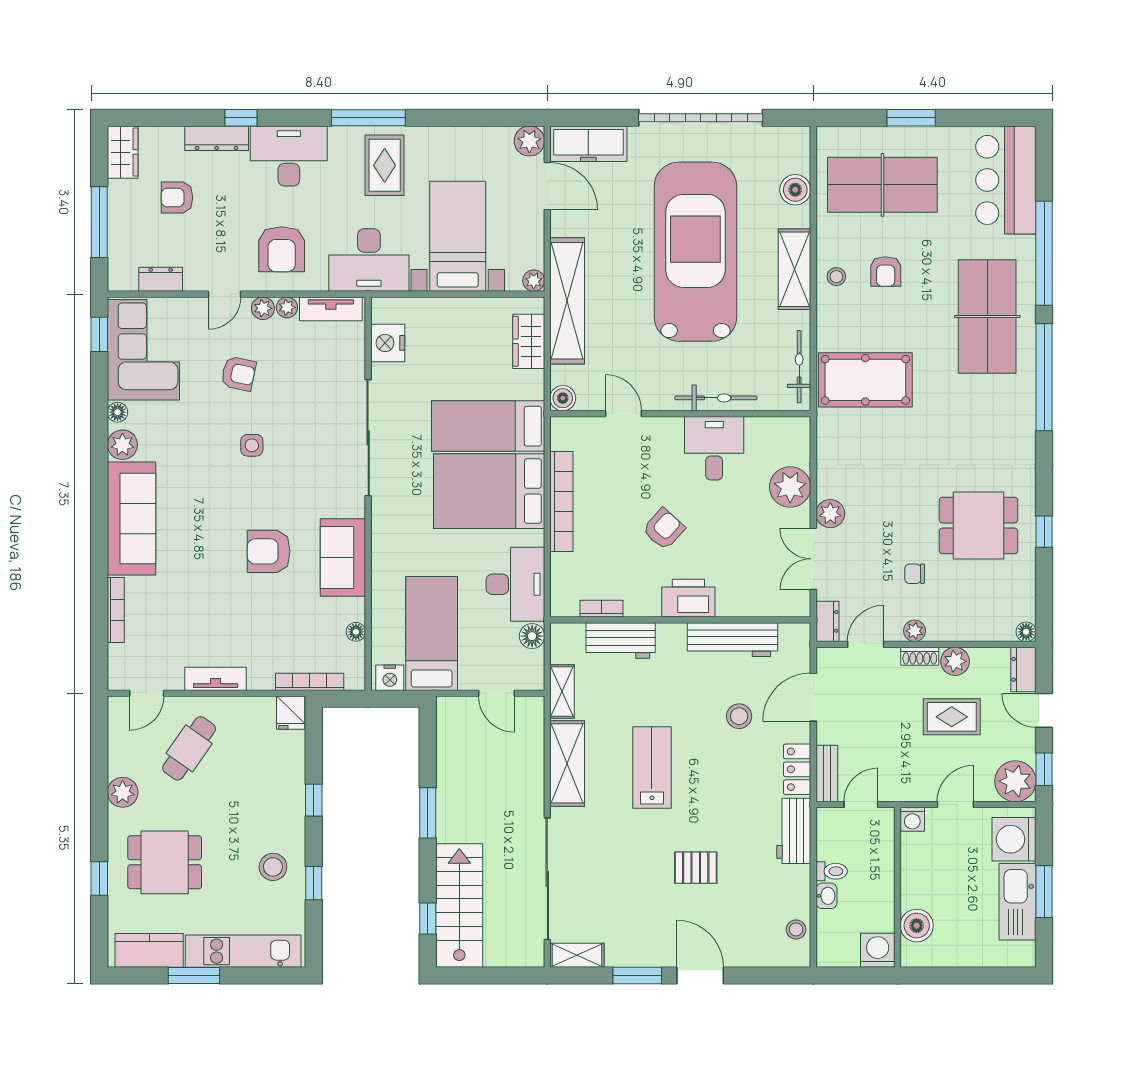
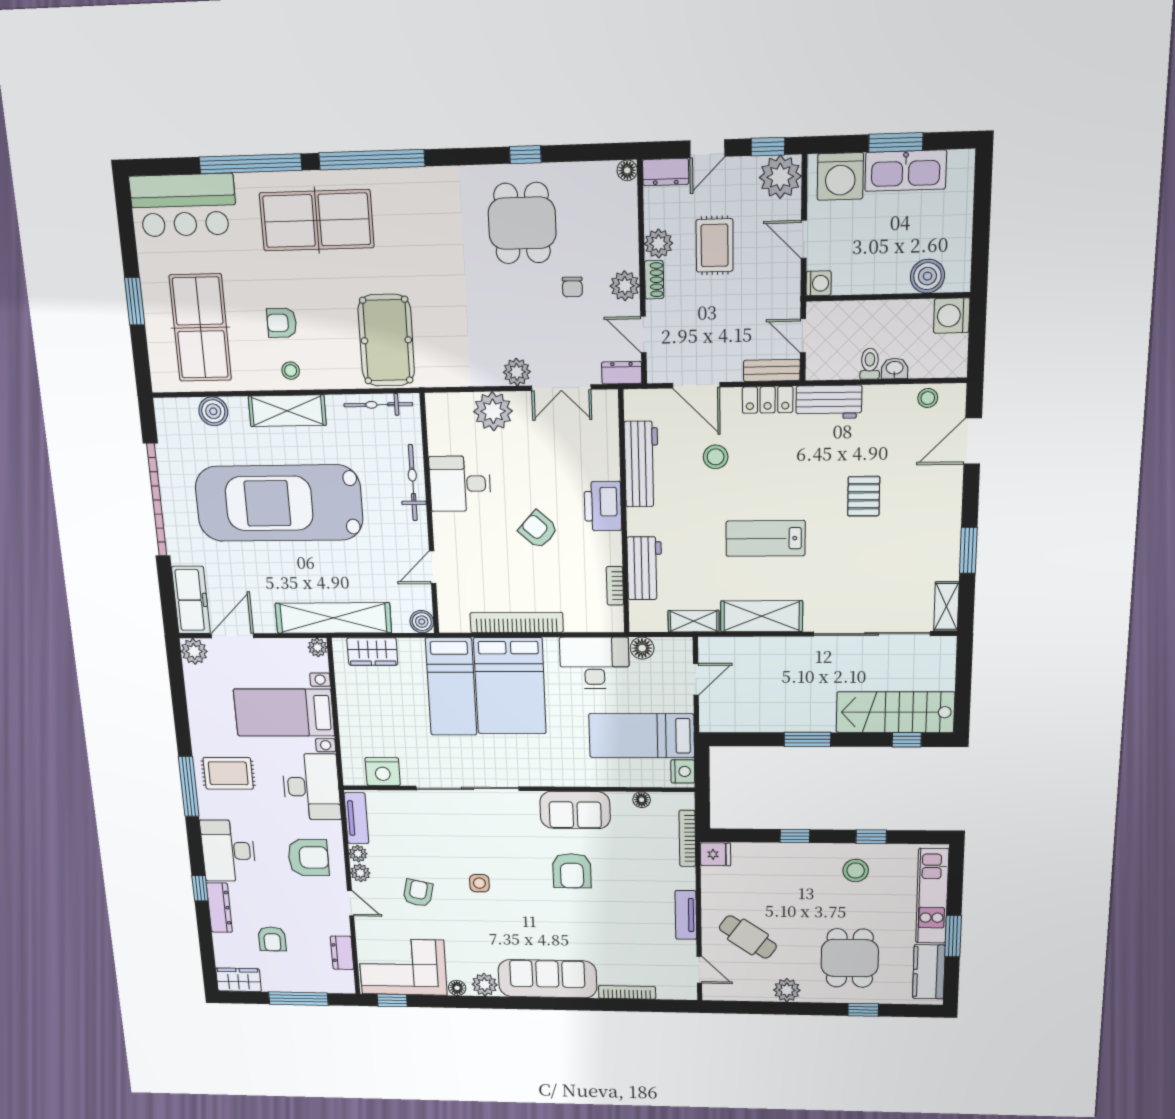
armchair: (886, 271) -> (282, 323), turned 180
plant: (914, 631) -> (625, 286), width x1.38, depth x1.38
door: (700, 976) -> (973, 441), moved

